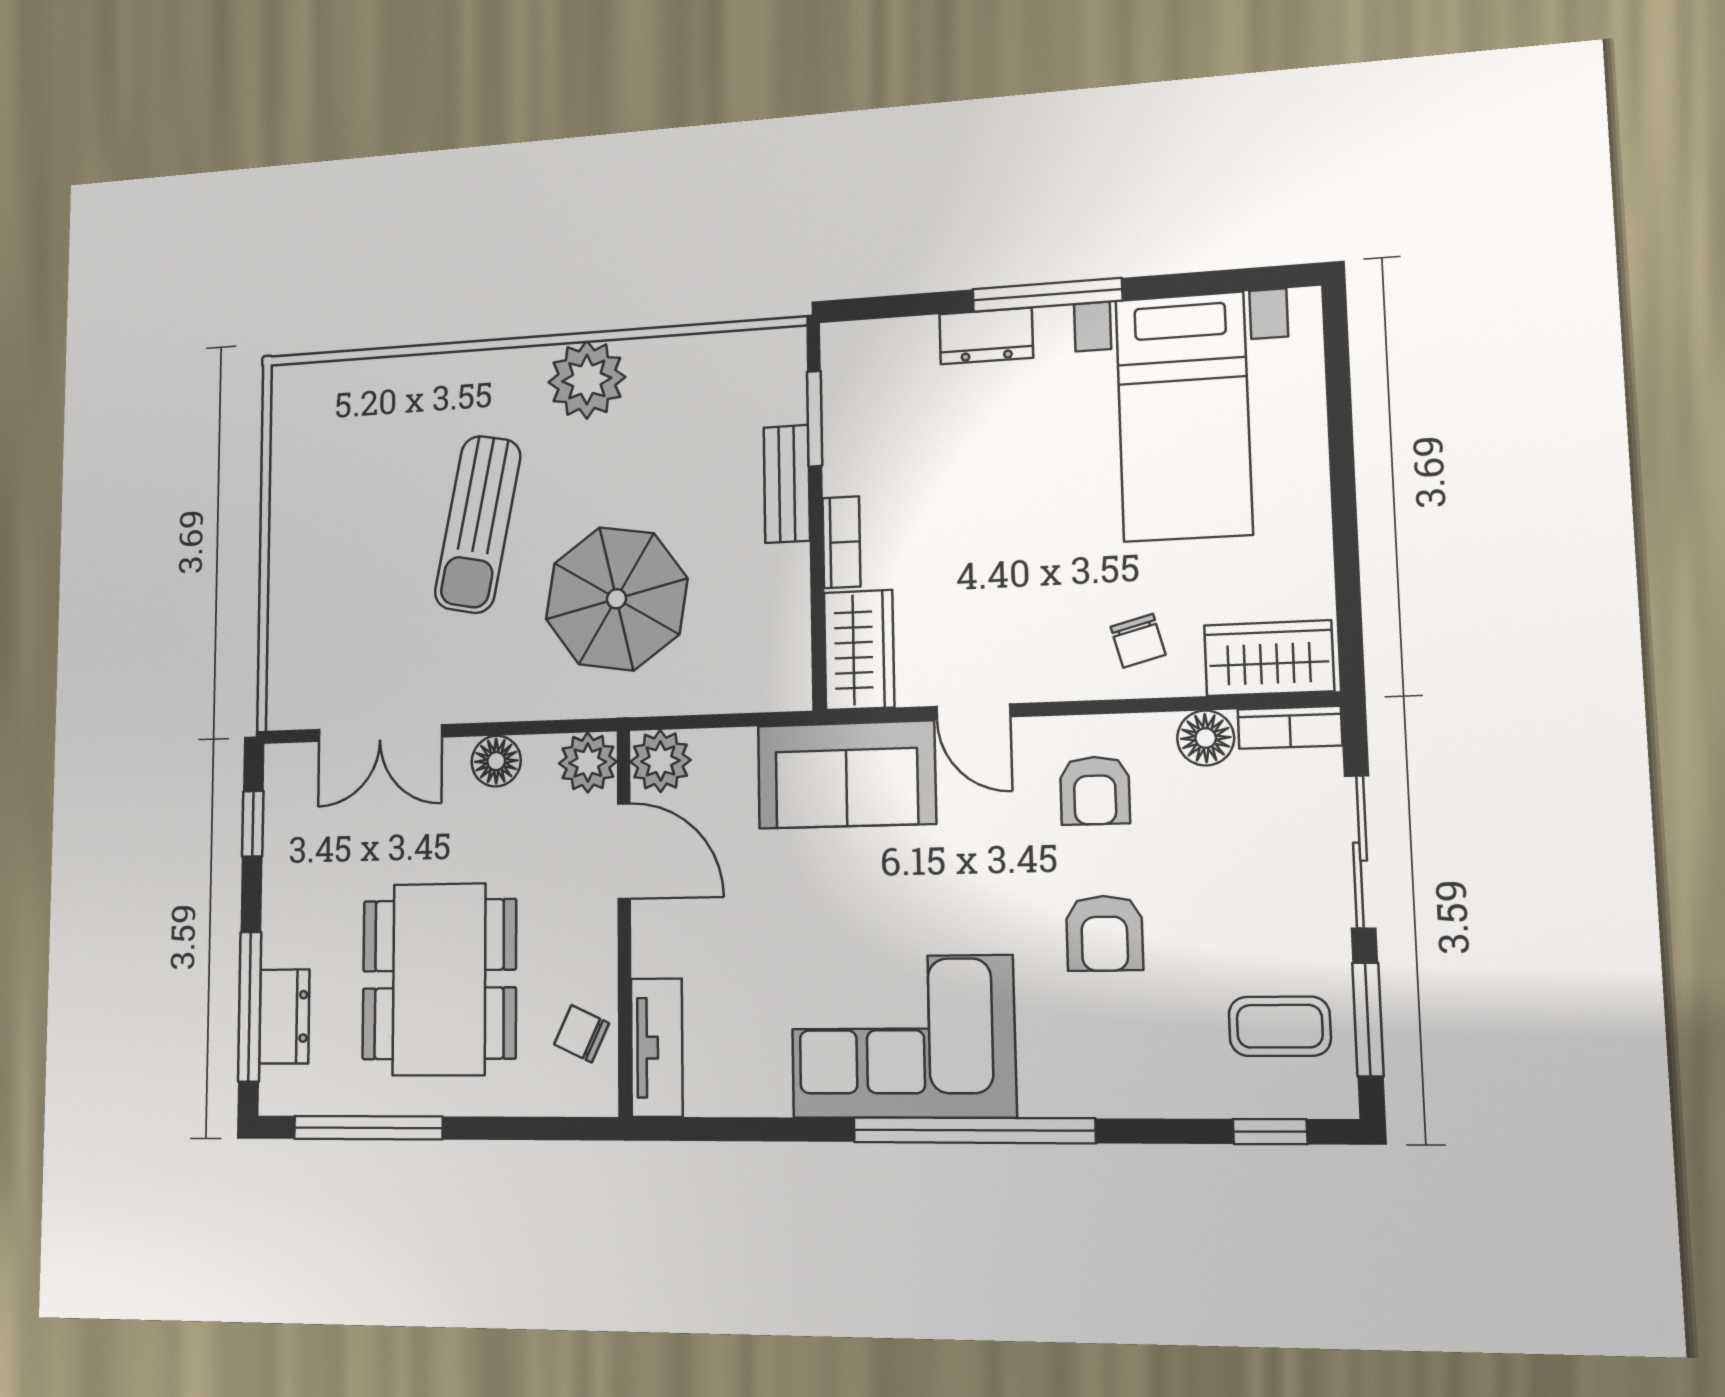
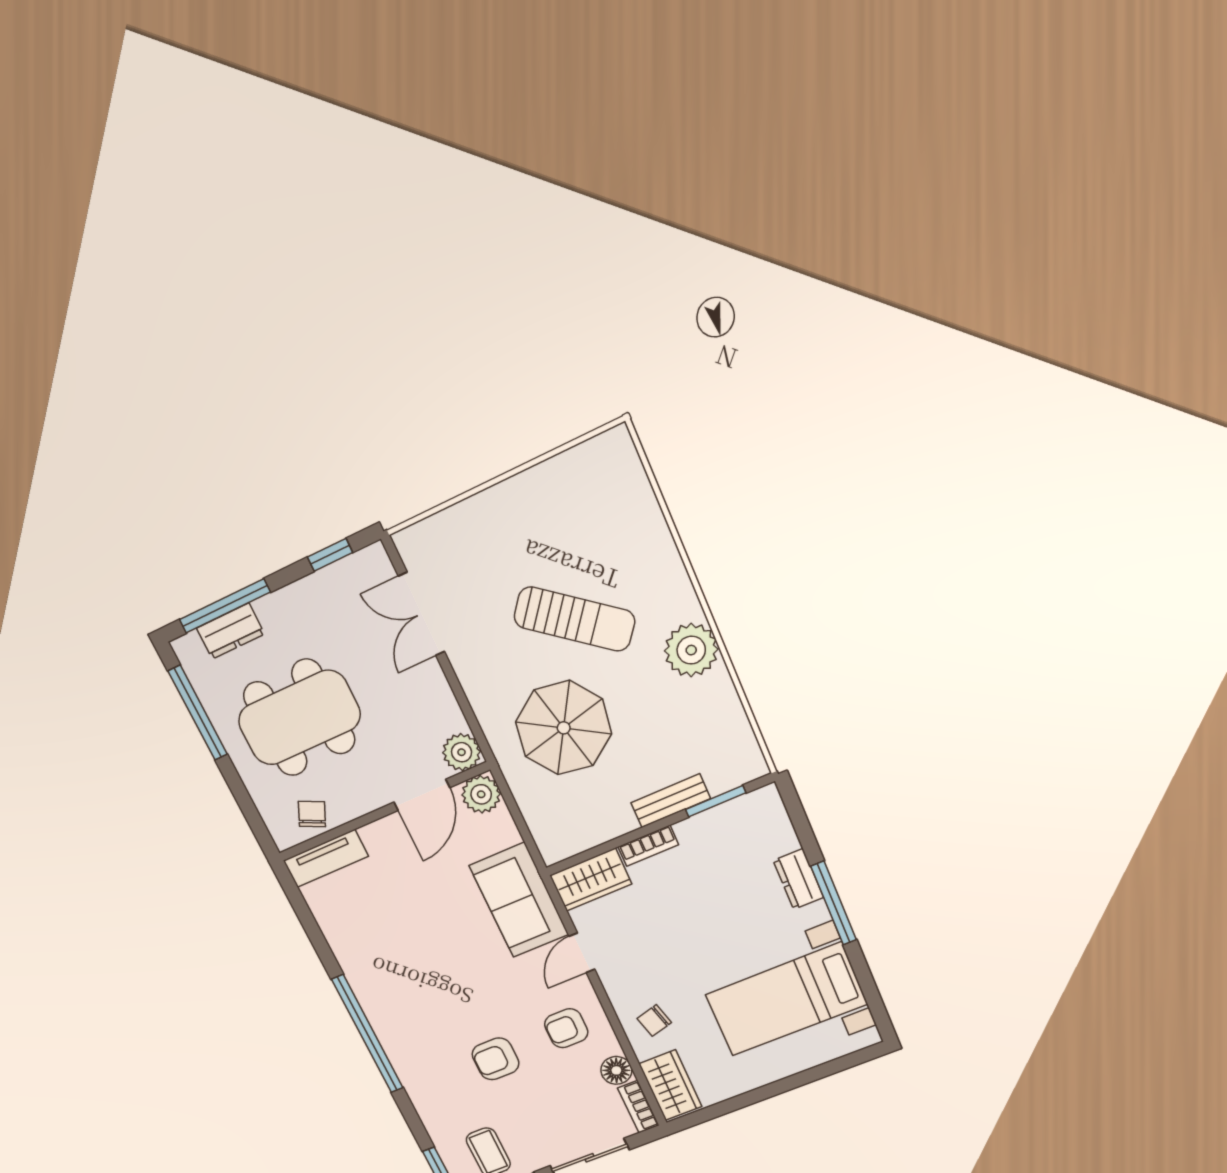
sun lounger: (478, 524) -> (574, 619), turned -153
floor lamp: (496, 761) -> (438, 696), removed
corner sofa: (903, 1037) -> (396, 983), removed

